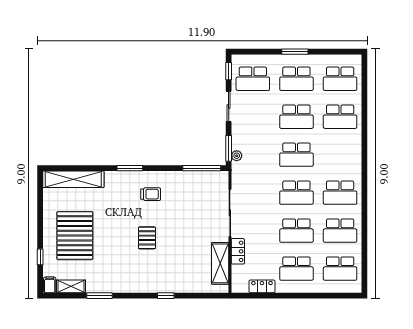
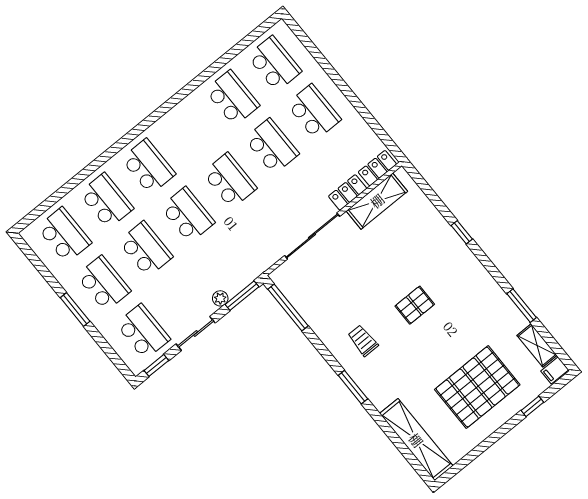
plant: (237, 156) -> (220, 298), moved
school desk: (340, 193) -> (148, 166), moved
locker: (262, 286) -> (377, 168), moved, turned 90

